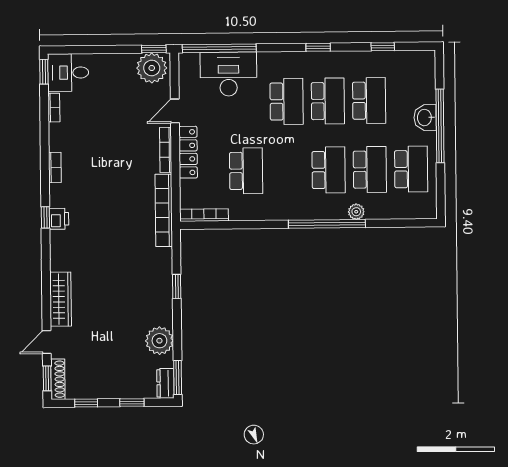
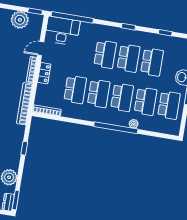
plant: (152, 68) -> (20, 20), moved
desk: (228, 74) -> (62, 31), moved
locker: (188, 152) -> (44, 73), width x0.66
school desk: (287, 170) -> (99, 93), added

